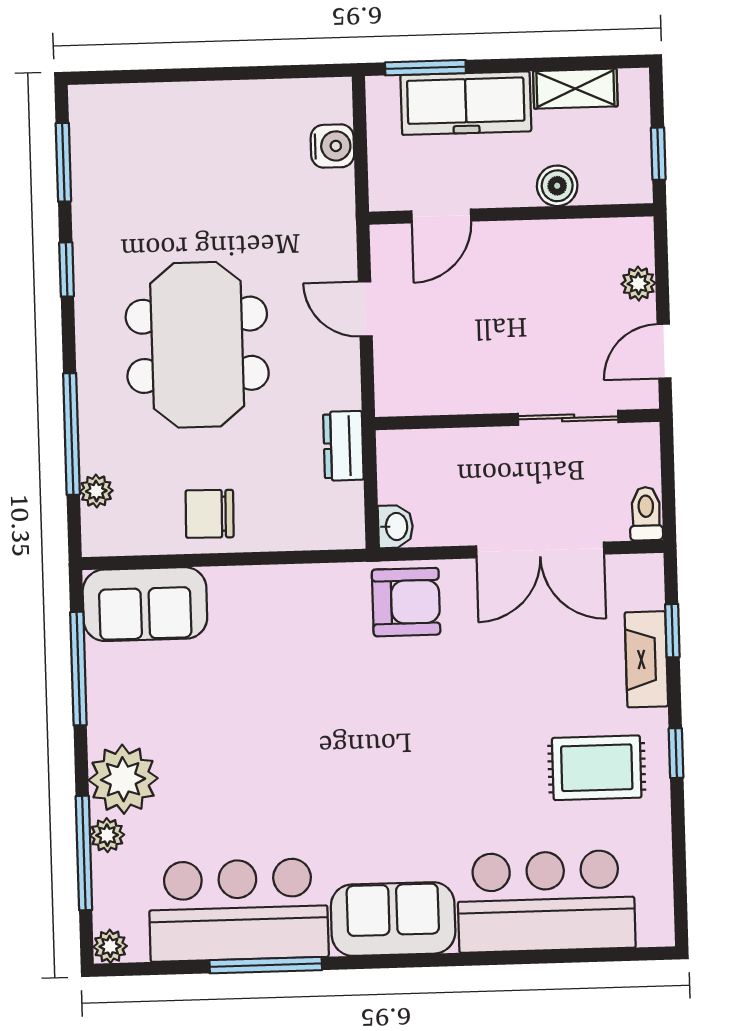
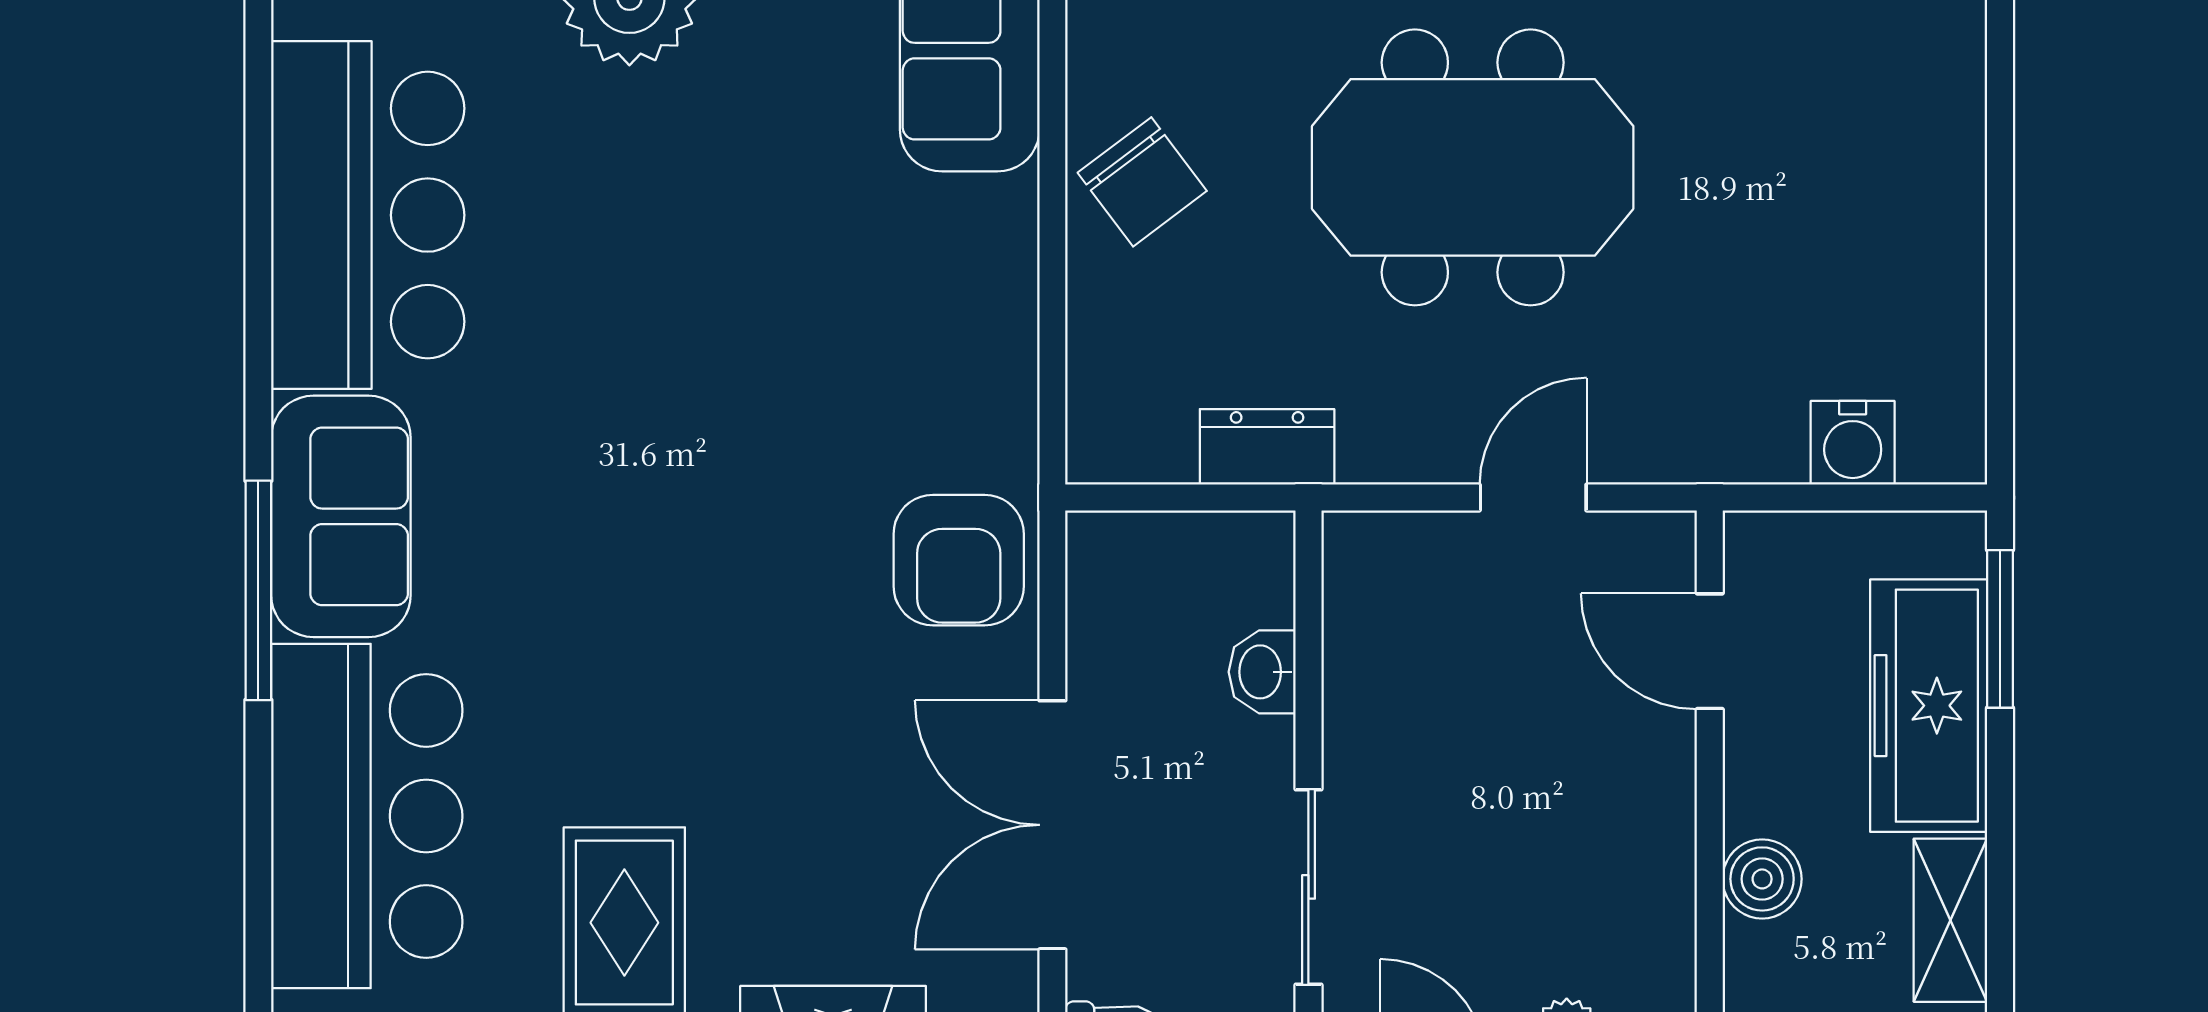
chair: (210, 514) -> (1142, 182), turned 142
washbasin: (395, 527) -> (1262, 672), moved, turned 90
window: (266, 965) -> (258, 590), moved

